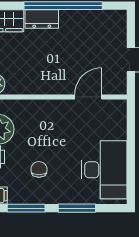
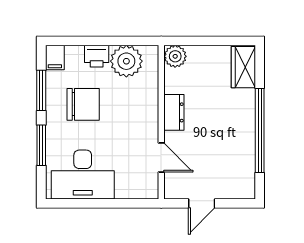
dresser: (42, 19) -> (174, 112), moved, turned 180
chair: (39, 169) -> (83, 104), width x1.87, depth x1.87

